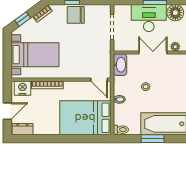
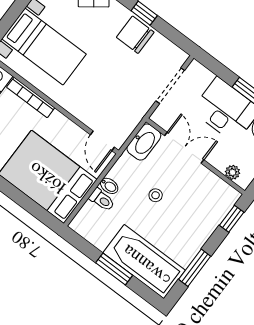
double door: (153, 52) -> (184, 148), moved
toilet: (121, 130) -> (102, 200), moved

